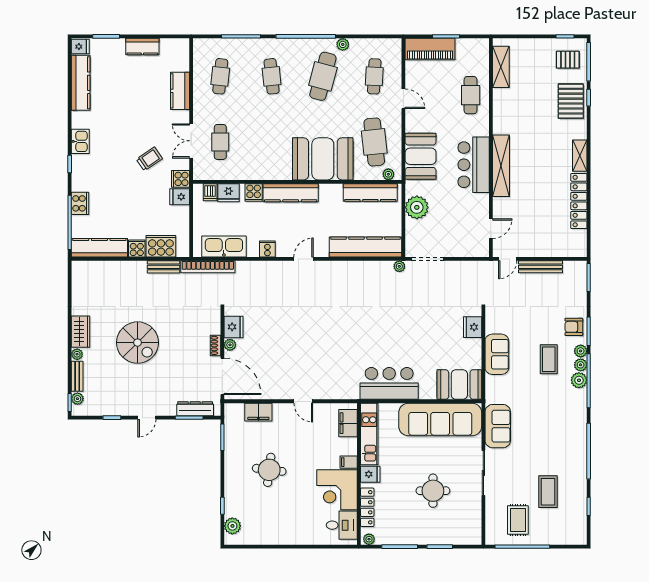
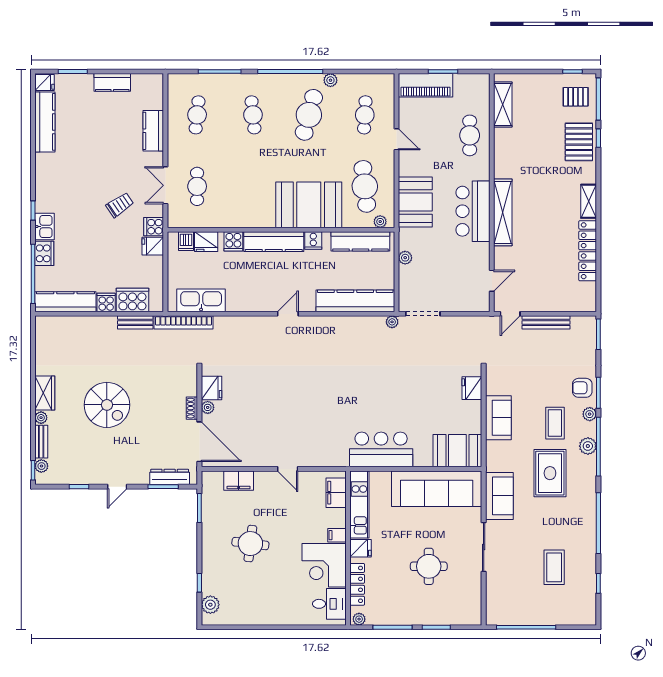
kitchen sink: (80, 141) -> (45, 227), moved
plant: (417, 207) -> (405, 258), width x0.53, depth x0.53
cooker: (267, 249) -> (313, 241), moved, turned 180
plant: (581, 365) -> (590, 429), removed
rug: (518, 520) -> (550, 473), moved, width x1.36, depth x1.43

